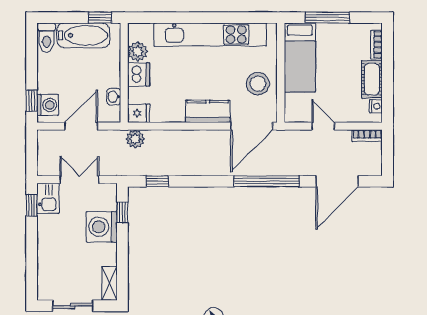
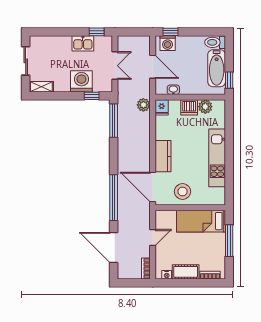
kitchen unit: (210, 35) -> (217, 158), width x0.73
window: (157, 181) -> (114, 121), width x2.17
kitchen sink: (48, 198) -> (83, 43), moved

